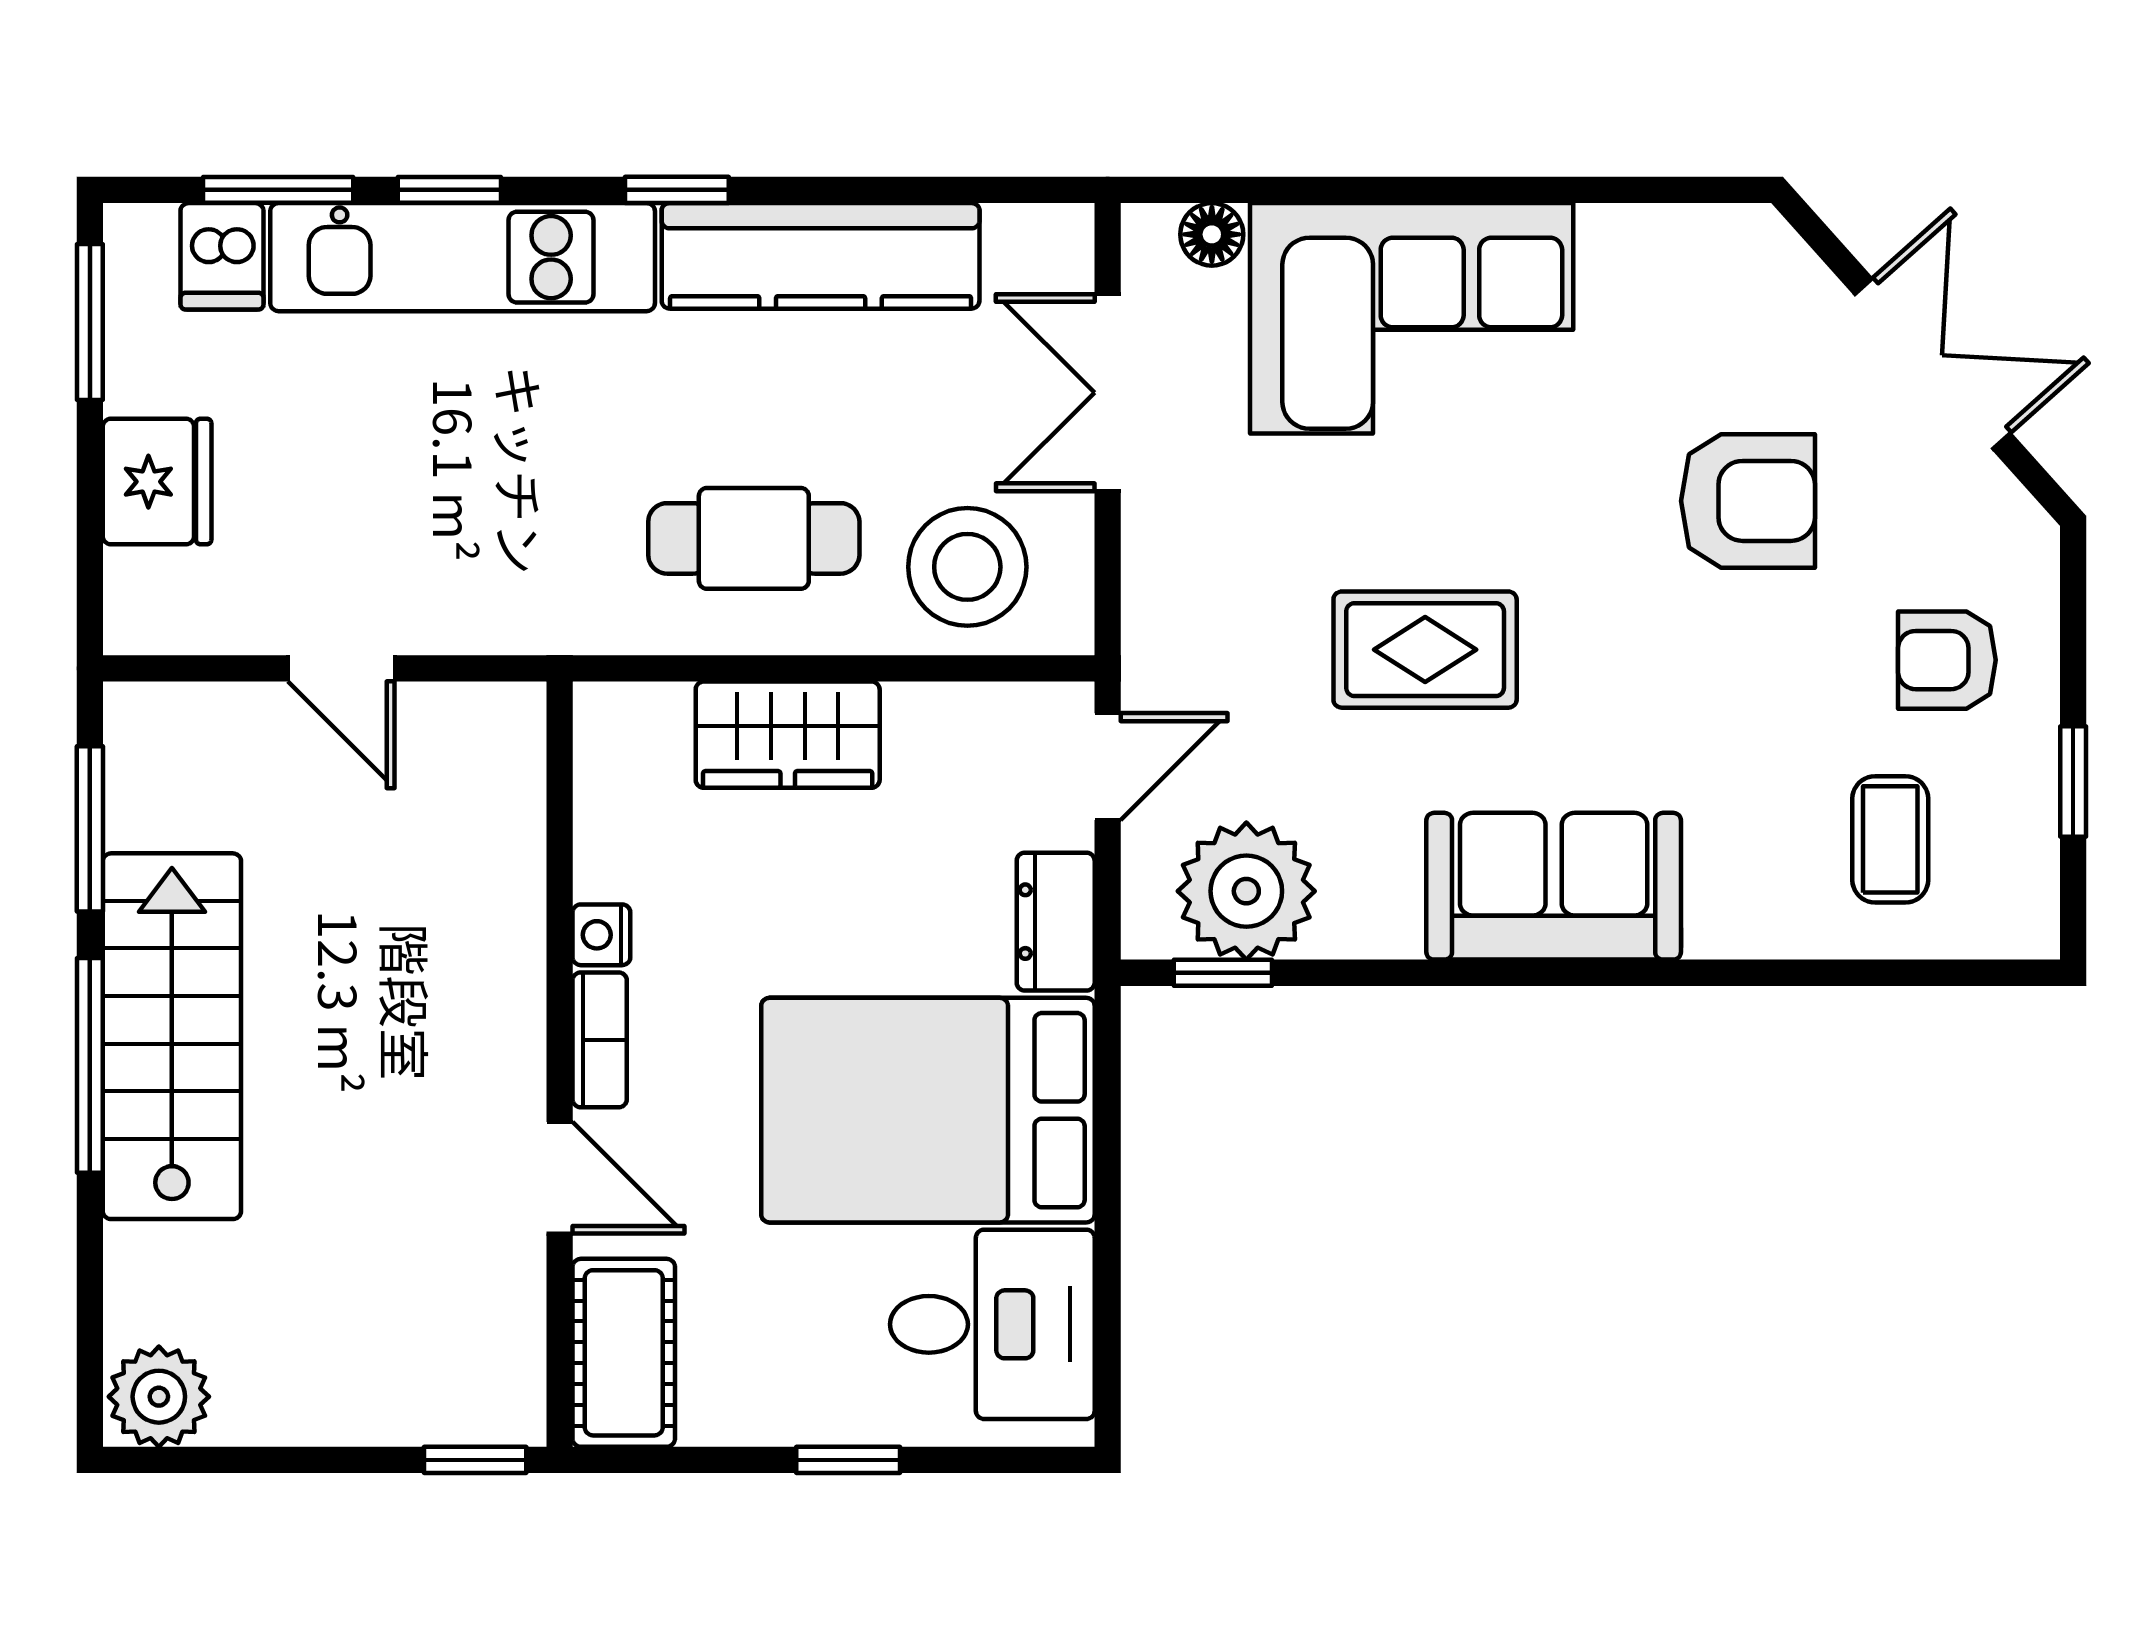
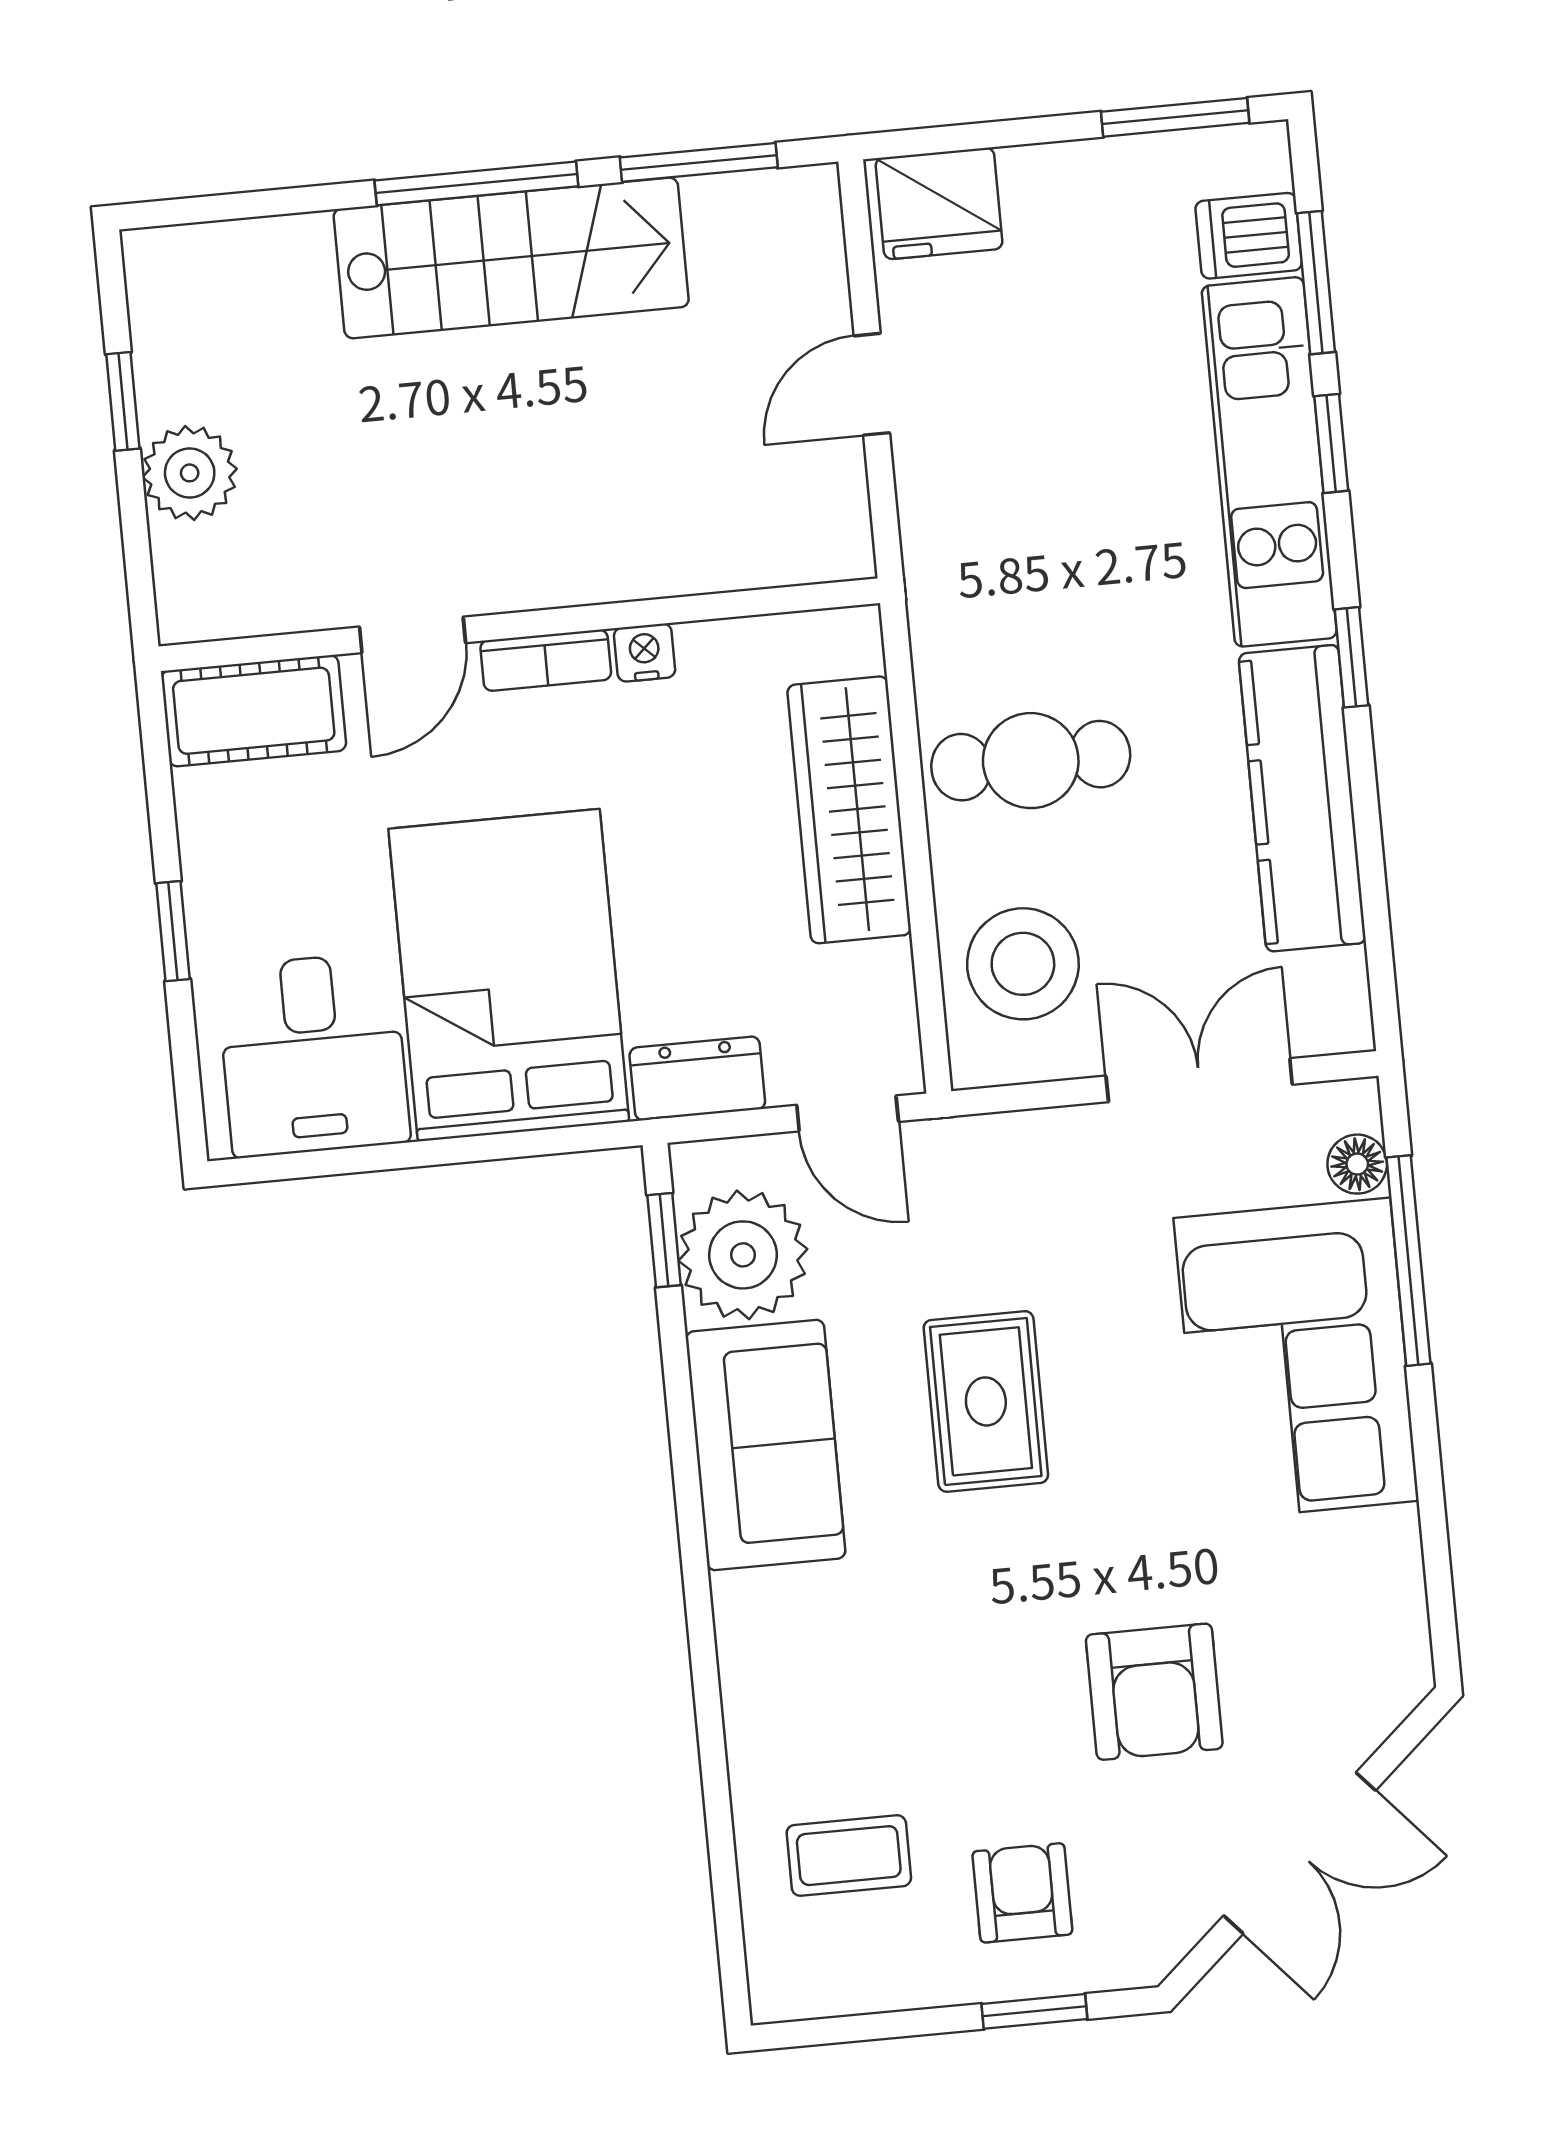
window: (1319, 190) -> (1408, 1261), added
fridge: (157, 482) -> (939, 203), moved
cafe table: (754, 538) -> (1031, 761), turned 90
wardrobe: (788, 735) -> (849, 810), width x1.50
window: (2073, 781) -> (1034, 2011), moved
sofa: (1554, 886) -> (766, 1445), moved
plant: (159, 1397) -> (190, 473), moved
window: (475, 1460) -> (123, 401), moved

